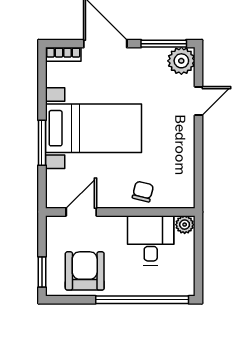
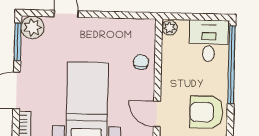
chair: (143, 192) -> (141, 62), turned 76
desk: (151, 240) -> (209, 41), moved, turned 90

